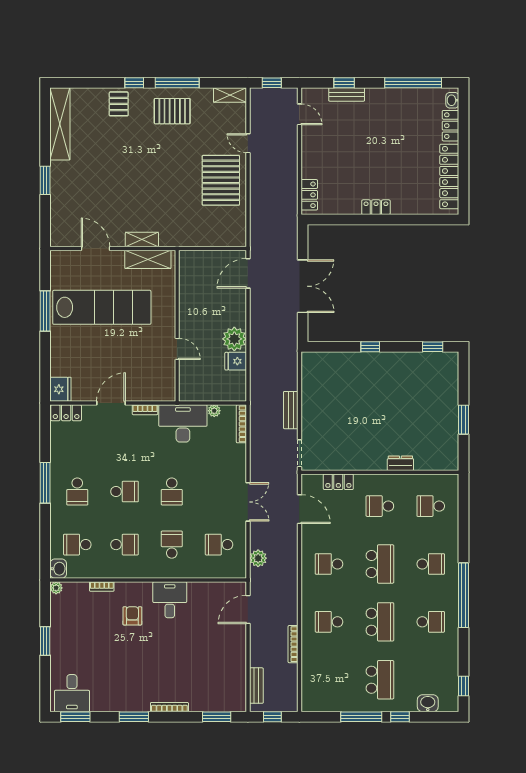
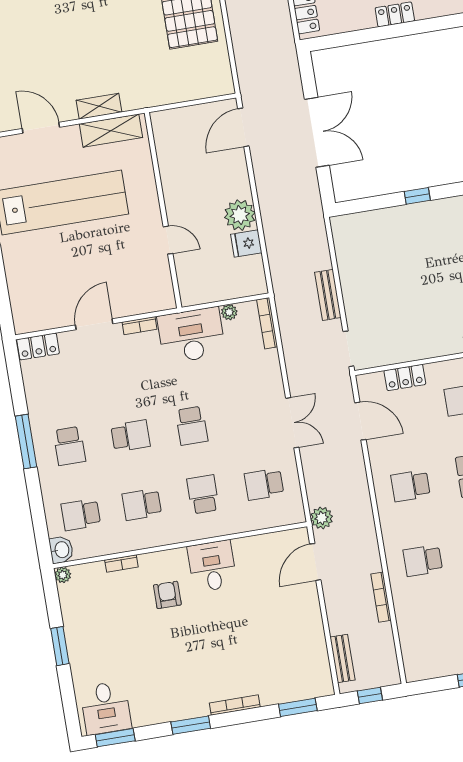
fridge: (60, 389) -> (26, 317), removed
school desk: (125, 545) -> (142, 504), turned 180
plant: (258, 558) -> (322, 518), moved

